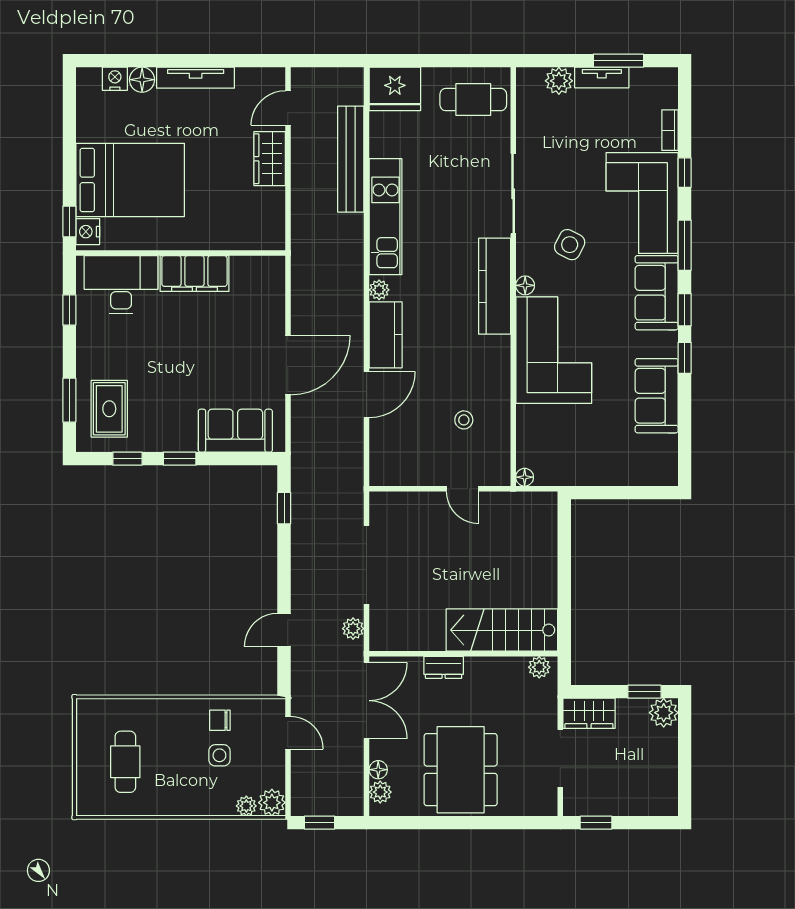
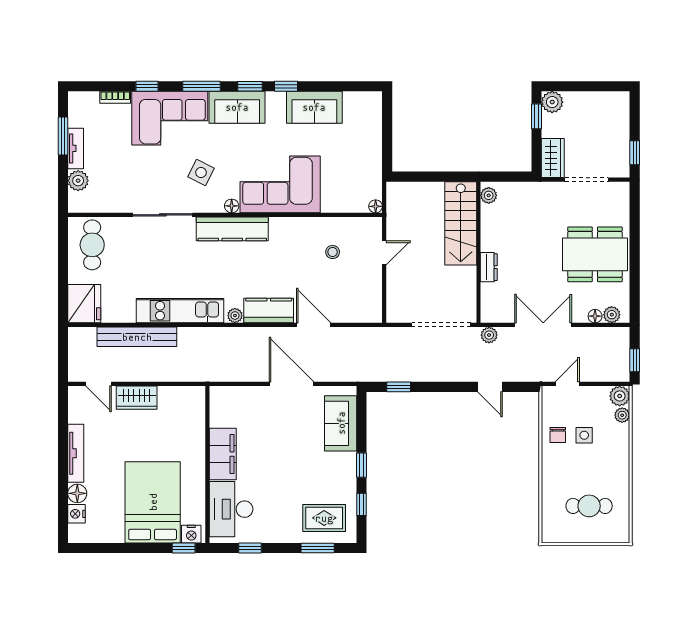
stairs: (502, 630) -> (461, 223), moved
wall: (463, 654) -> (478, 252), moved
dresser: (444, 667) -> (489, 267), moved
plant: (539, 667) -> (489, 195), moved

